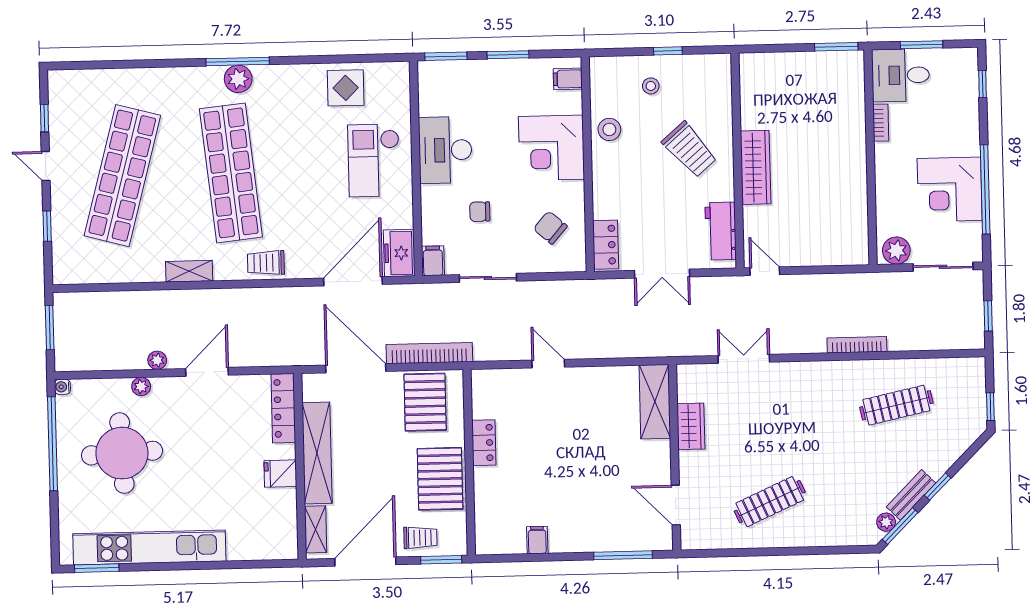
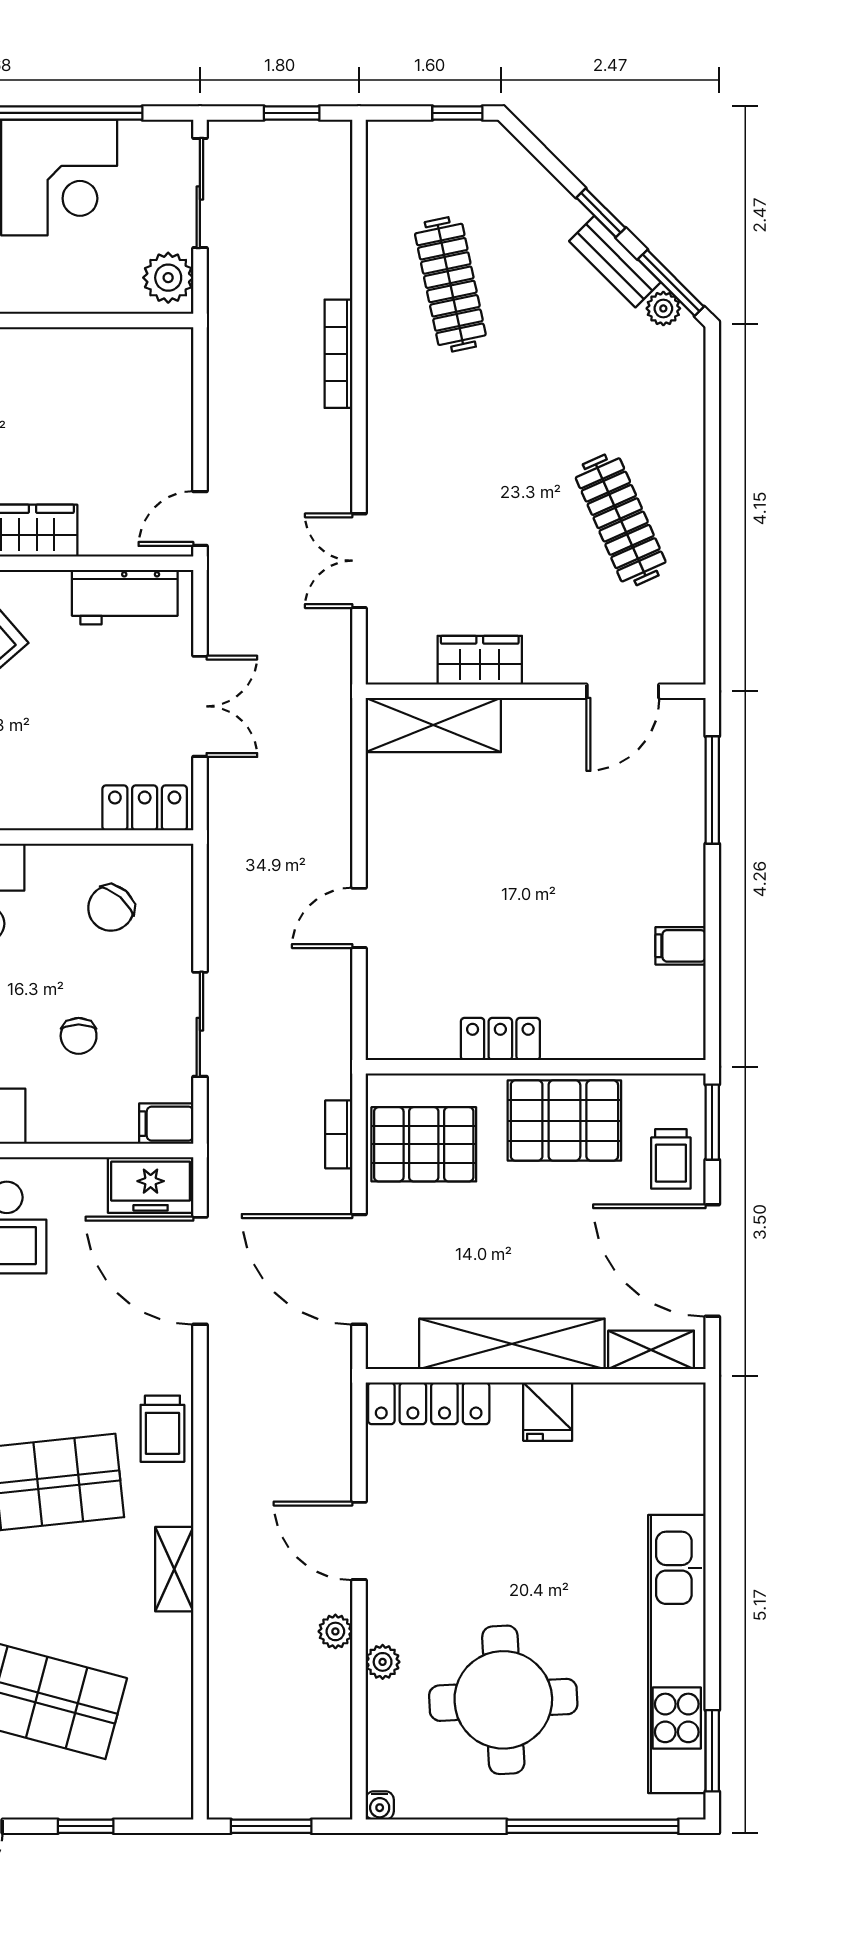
bookcase: (429, 353) -> (339, 1134), width x0.43, depth x0.76
door: (356, 368) -> (359, 1269), hinge flipped
window: (52, 444) -> (593, 1826), moved
trolley: (420, 538) -> (671, 1159), turned 180

